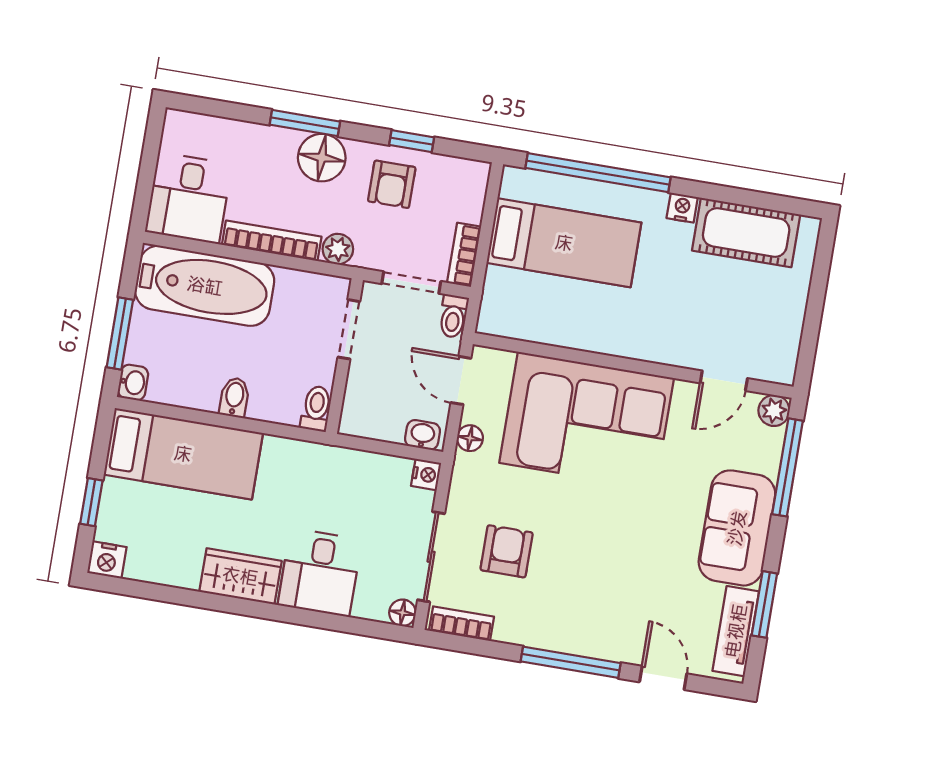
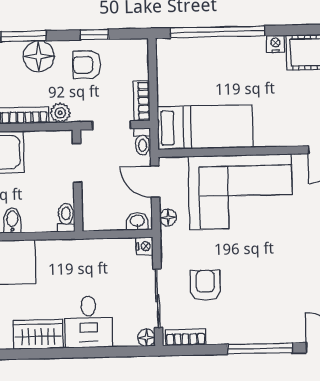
armchair: (392, 184) -> (87, 65), turned 90
bed: (564, 243) -> (205, 127), moved

